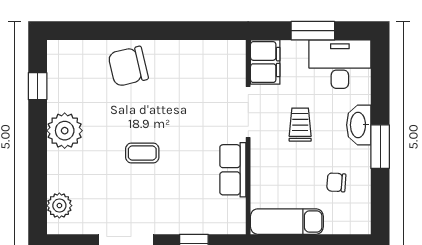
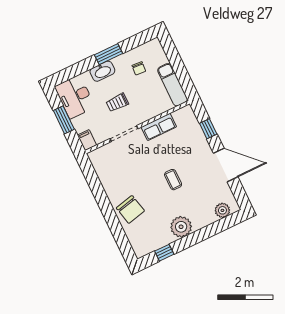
filing cabinet: (265, 62) -> (87, 140), width x0.50

